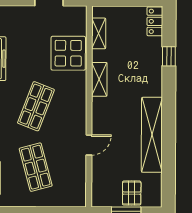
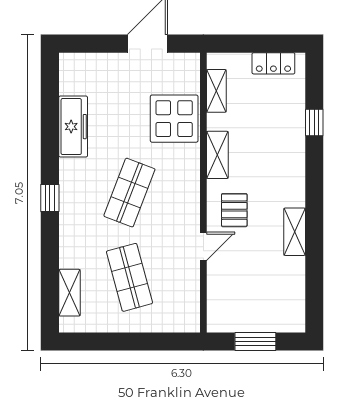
locker: (155, 21) -> (273, 63), moved, turned -90
shelving: (152, 135) -> (295, 232), width x0.45, depth x0.75
pallet: (132, 193) -> (234, 210), moved

